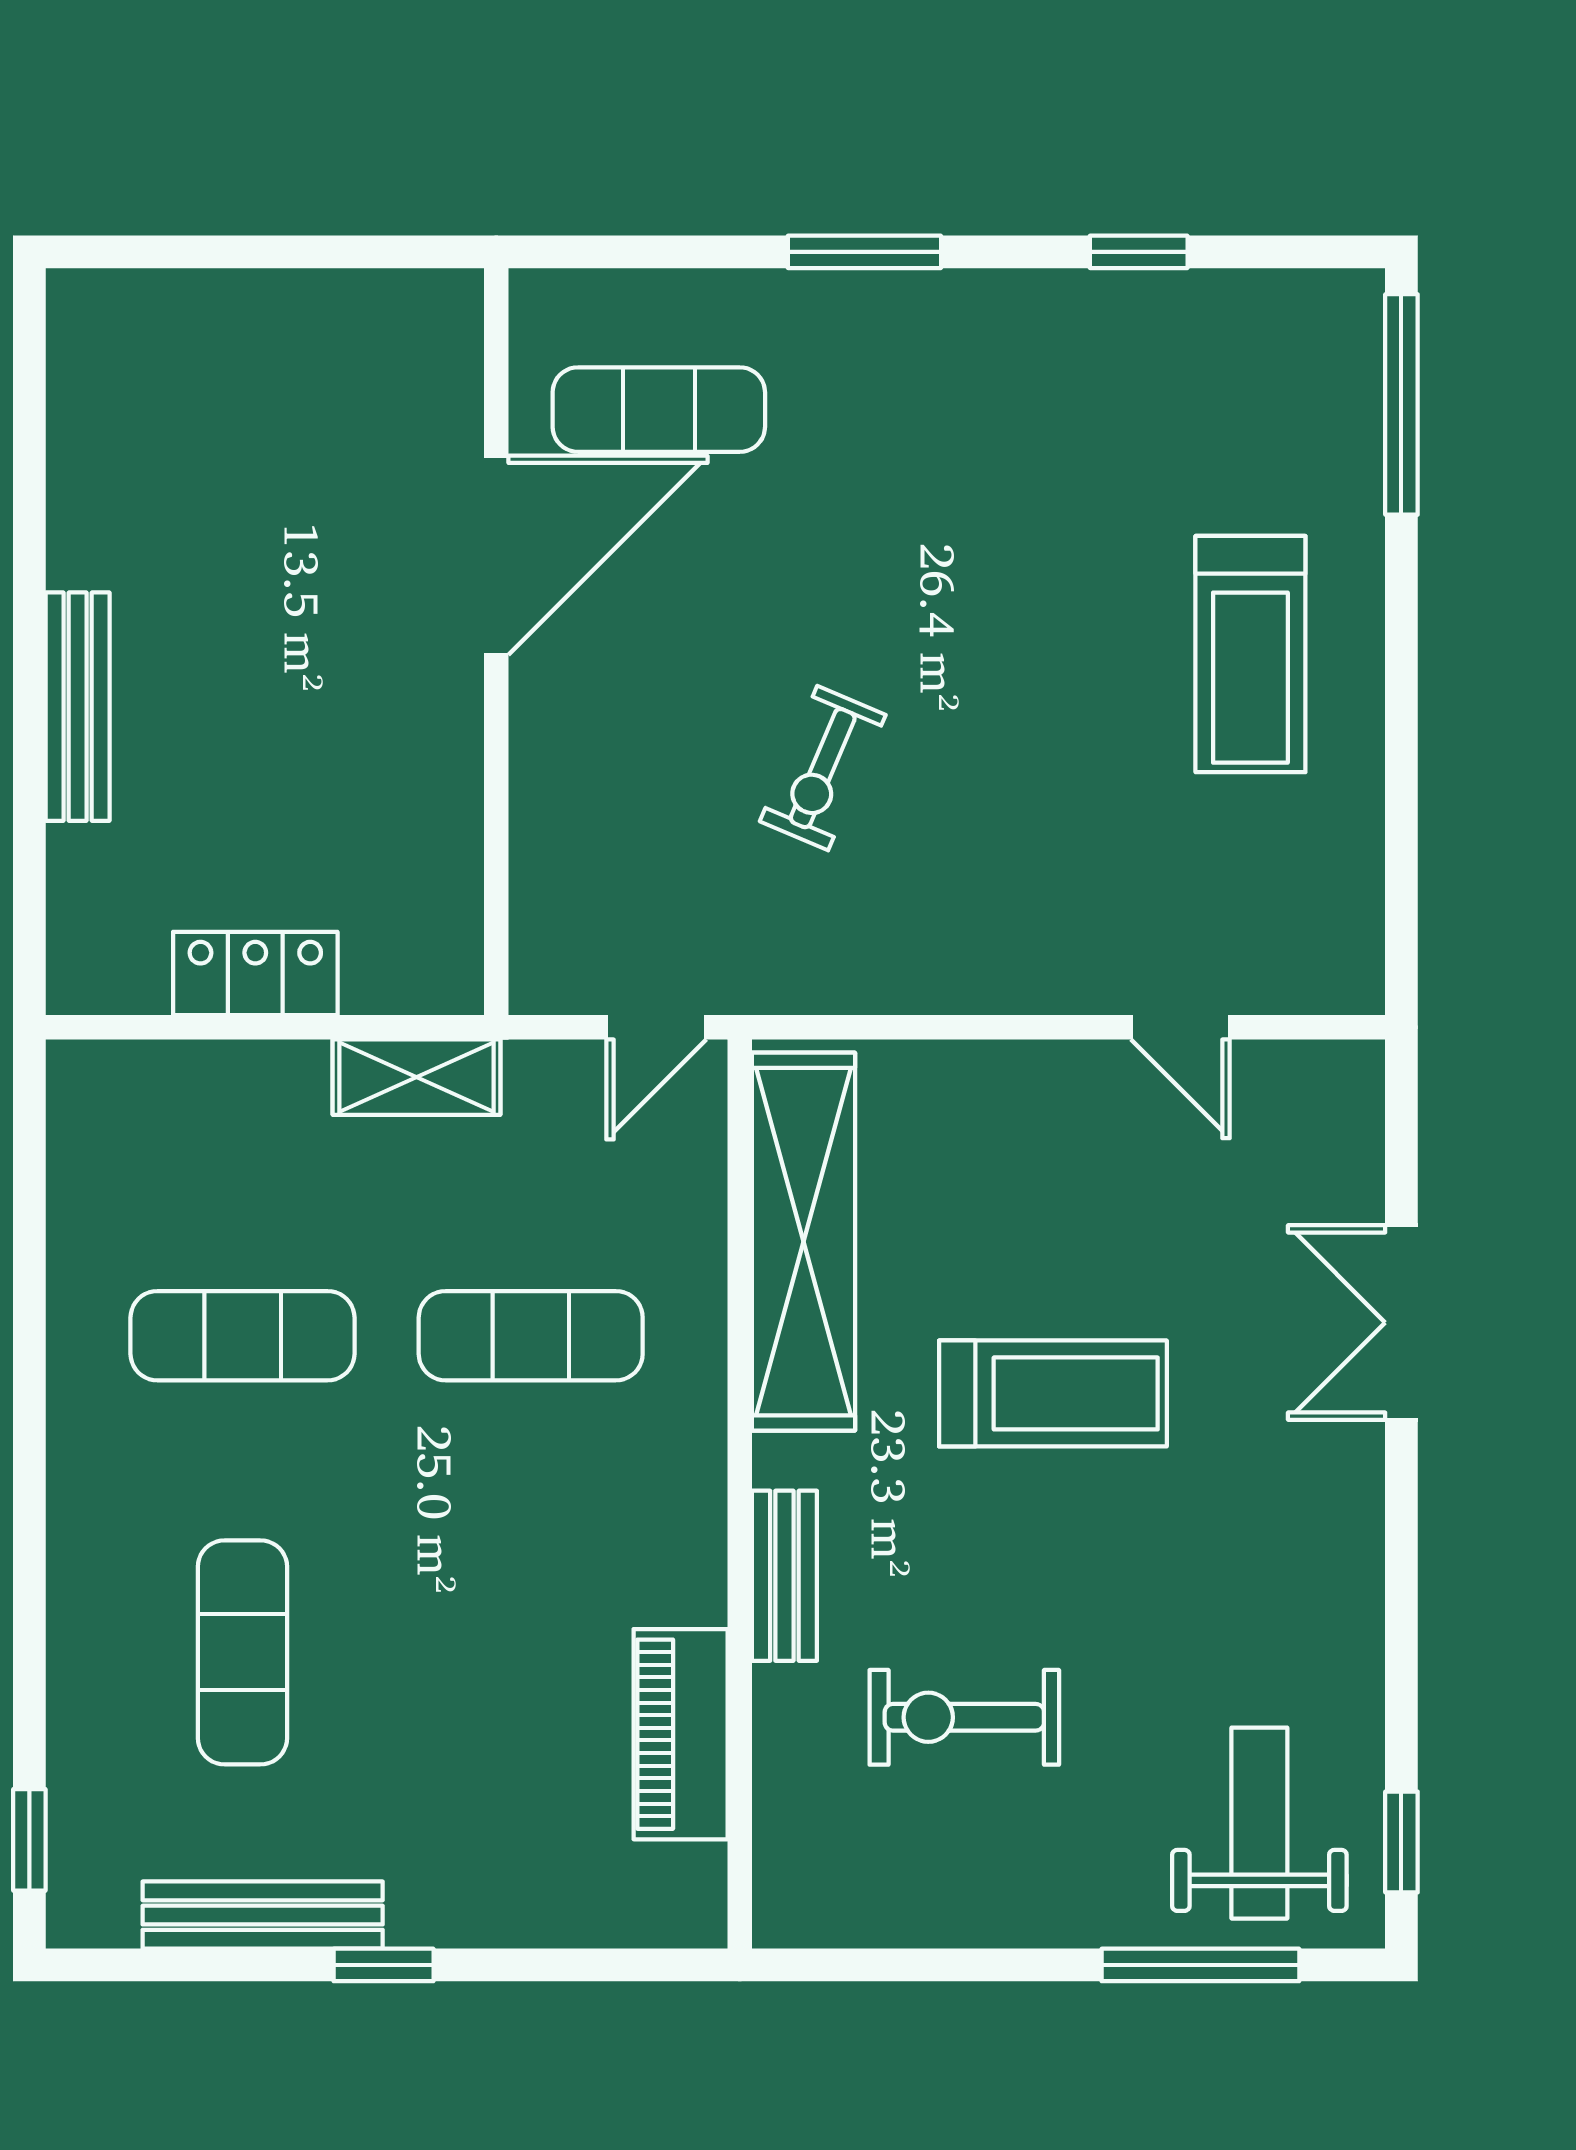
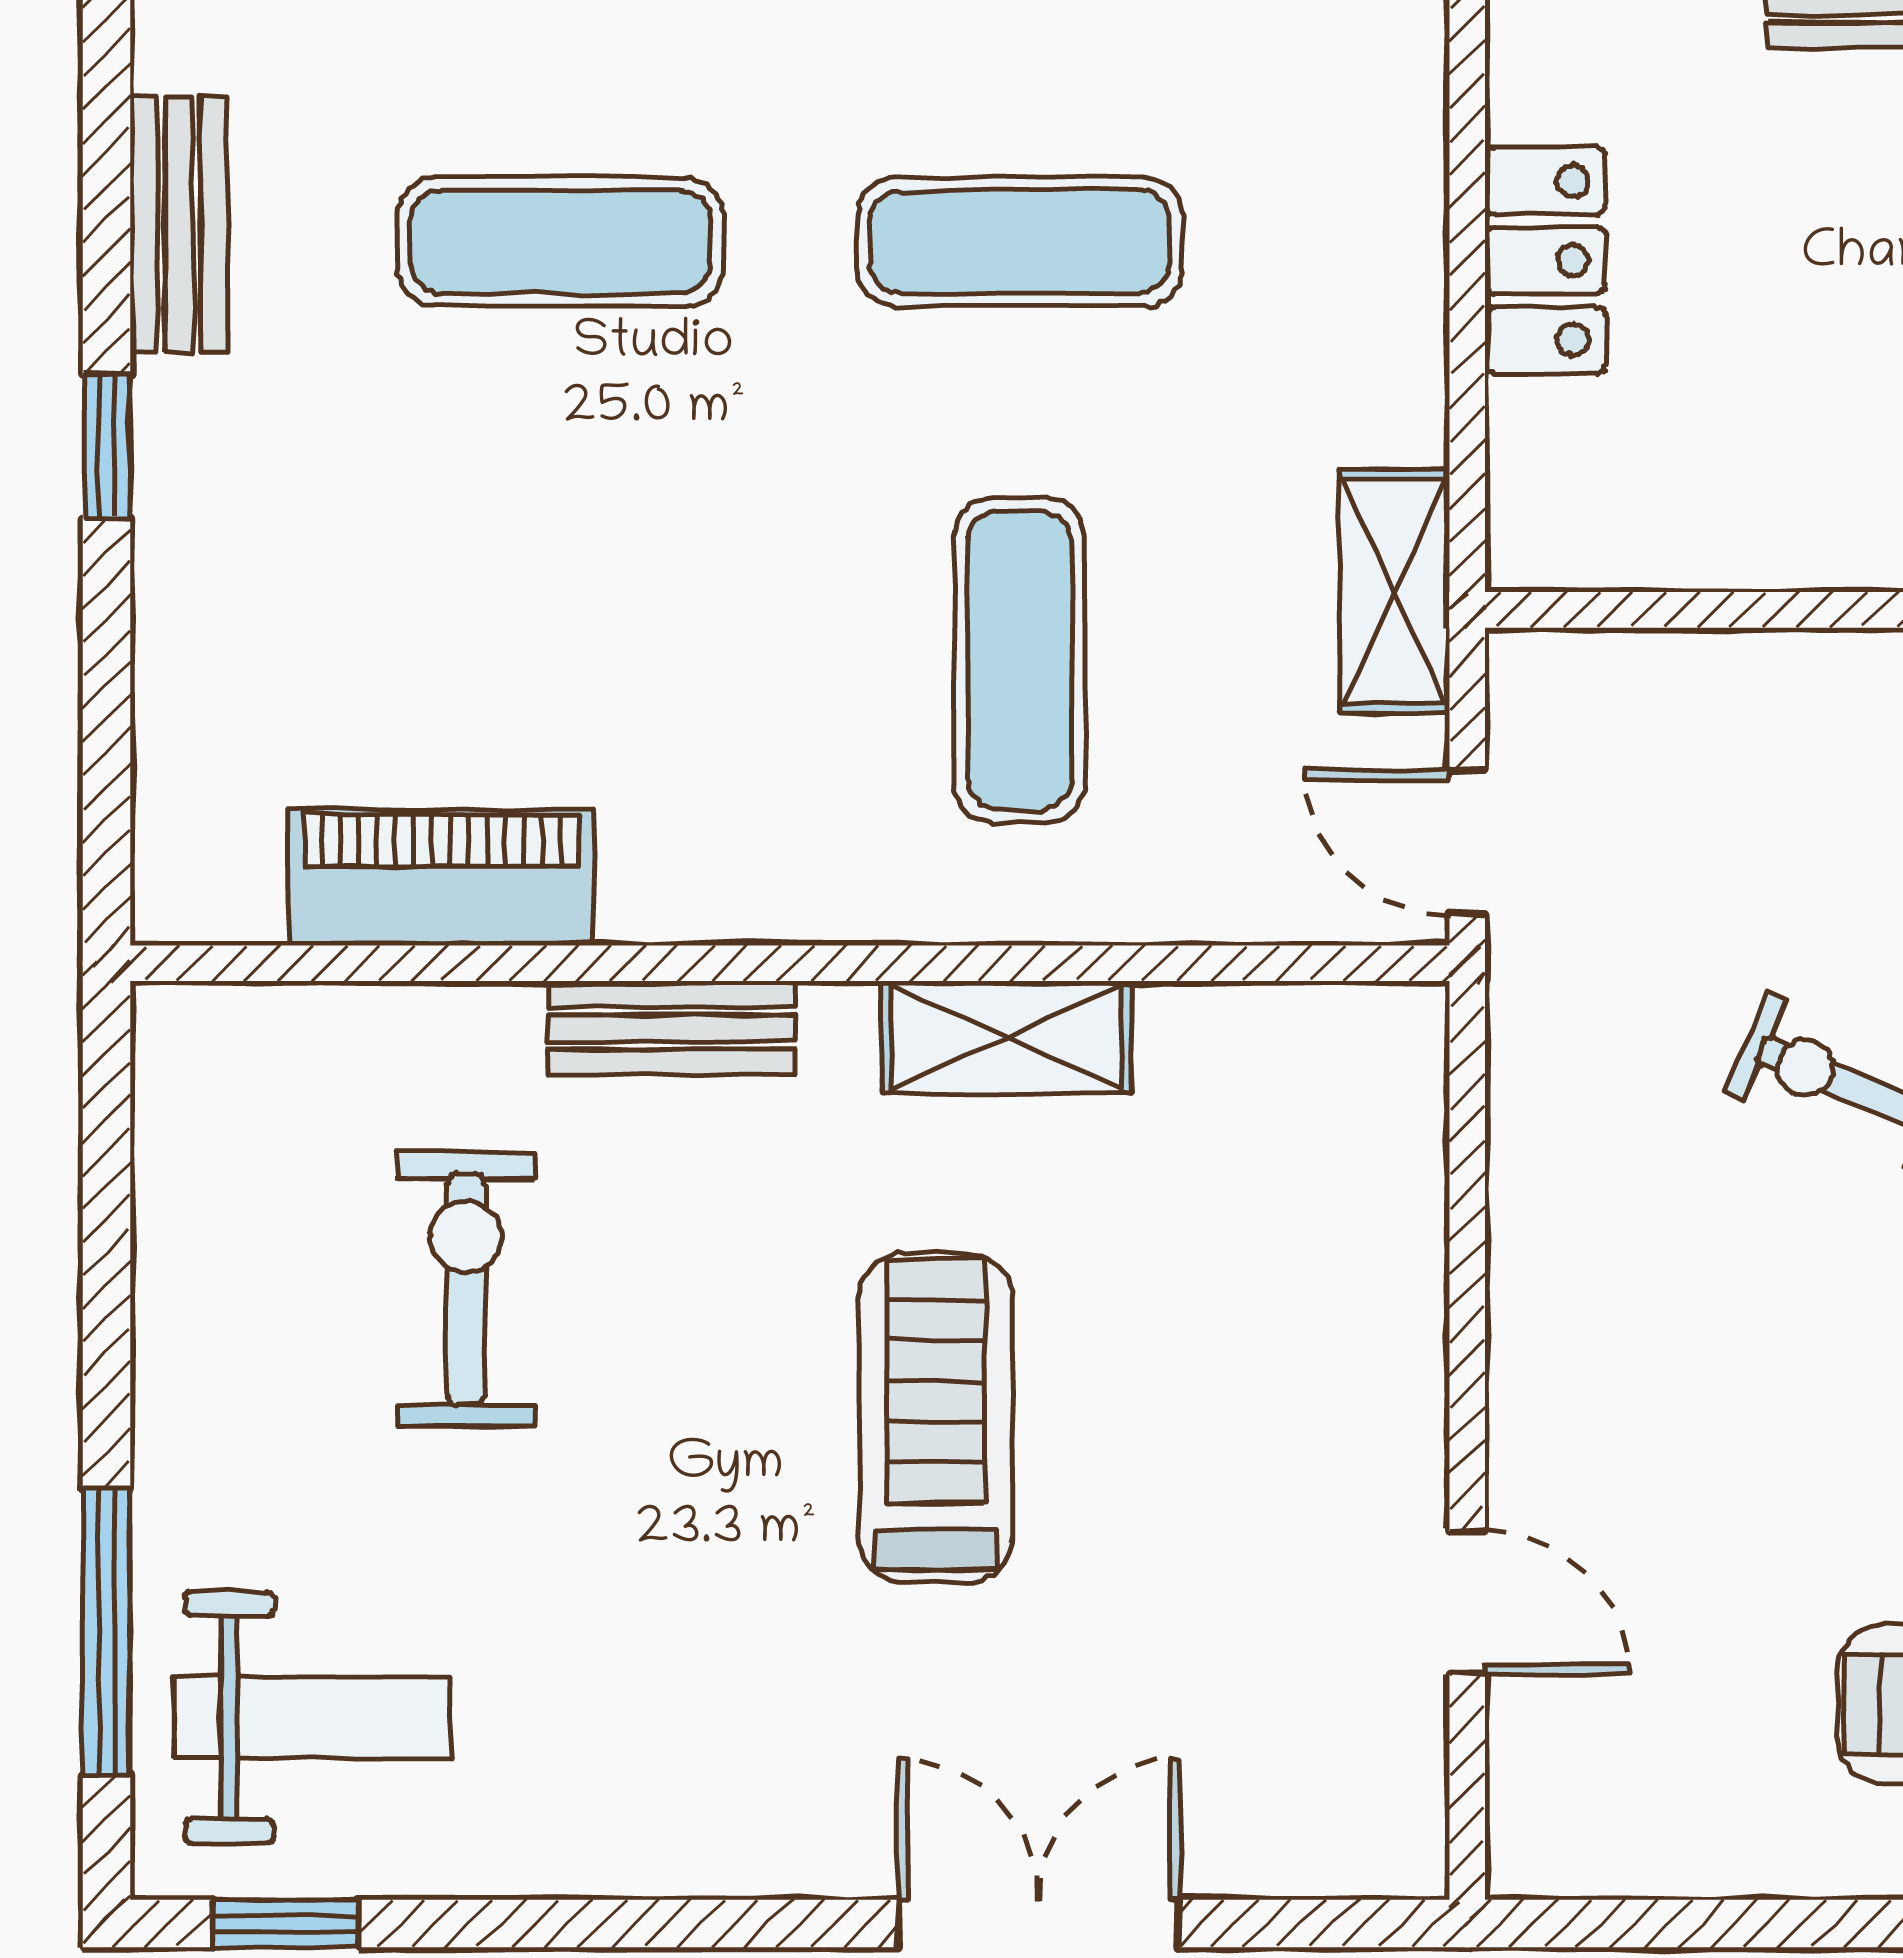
door: (1180, 1027) -> (1467, 1603), swing flipped
shelving: (416, 1077) -> (1395, 591), moved
shelving: (803, 1242) -> (1007, 1037), width x0.45, depth x0.75
exercise mat: (242, 1336) -> (1020, 242), turned 90
treadmill: (1053, 1393) -> (936, 1418), turned 180
bench: (263, 1915) -> (179, 224), width x0.73

